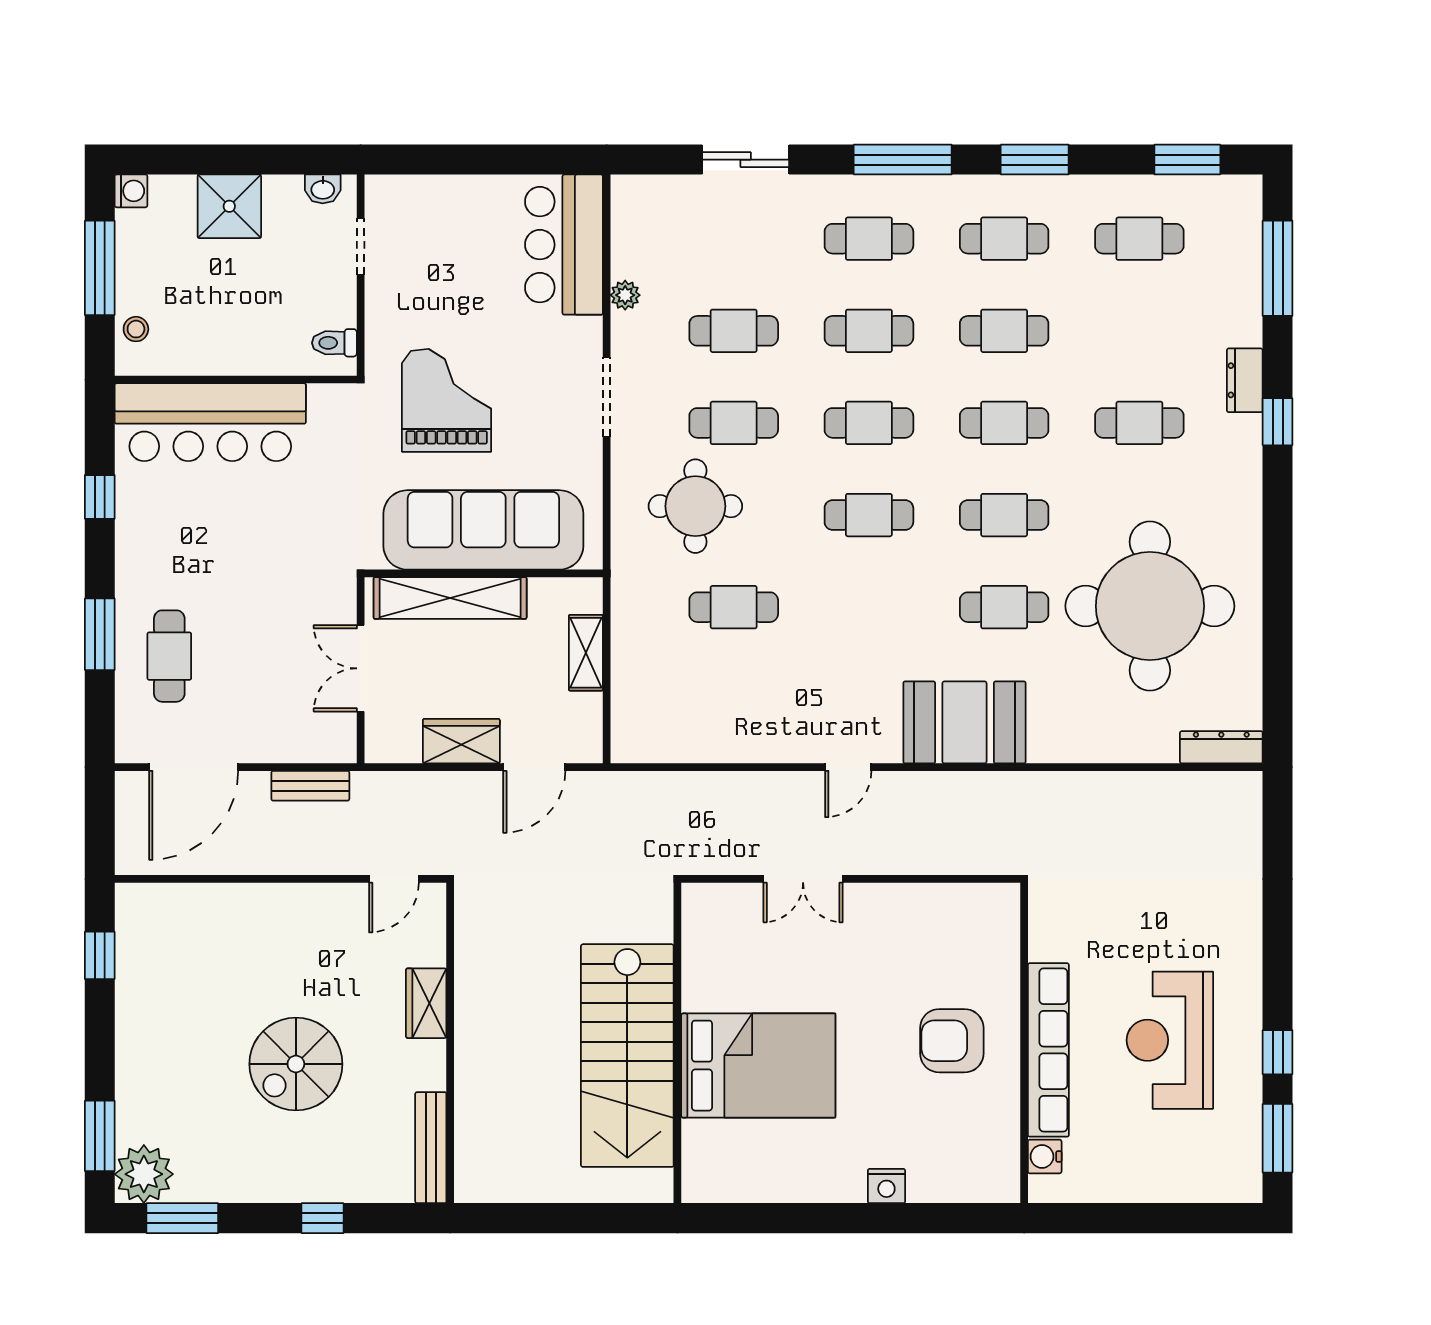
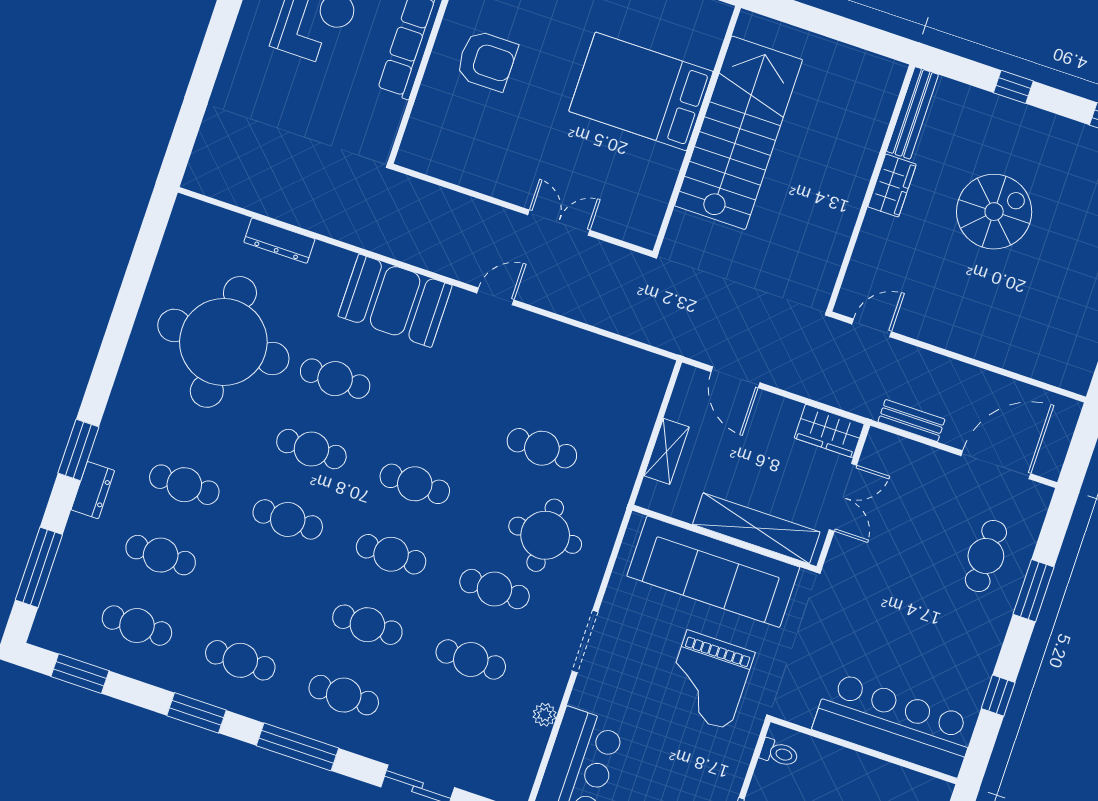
cafe table: (1004, 331) -> (161, 555), moved
window: (1278, 422) -> (78, 450), width x1.50
wardrobe: (461, 741) -> (829, 431), moved
dresser: (1221, 747) -> (279, 241), moved
door: (534, 767) -> (735, 377), swing flipped
wardrobe: (426, 1003) -> (892, 186), moved

